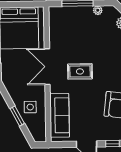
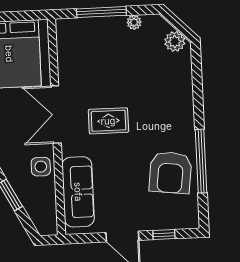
side table: (30, 107) -> (41, 167), moved

